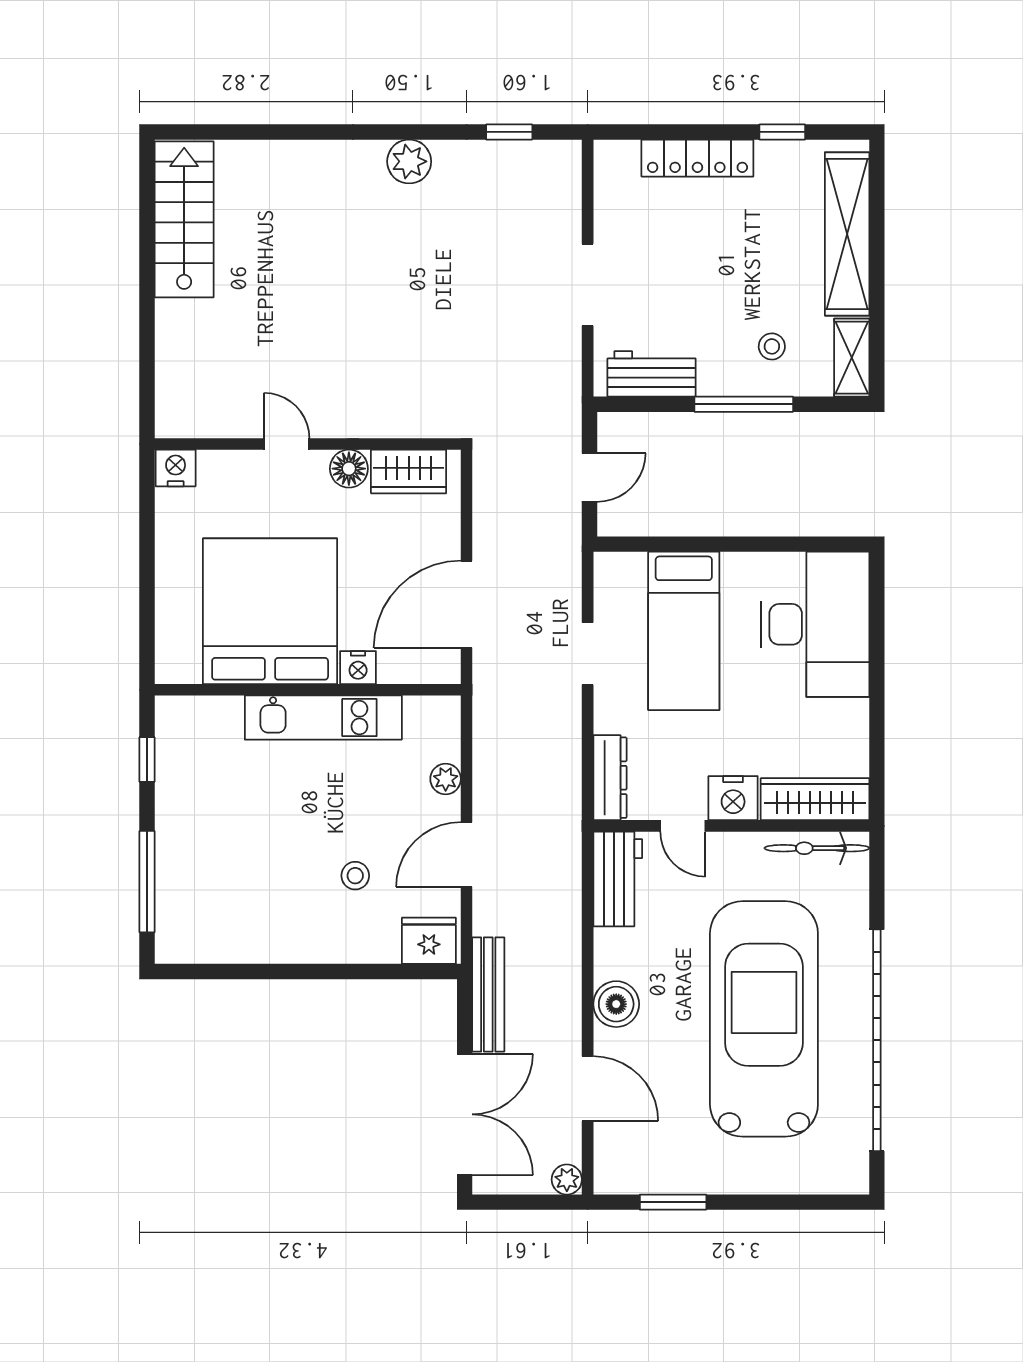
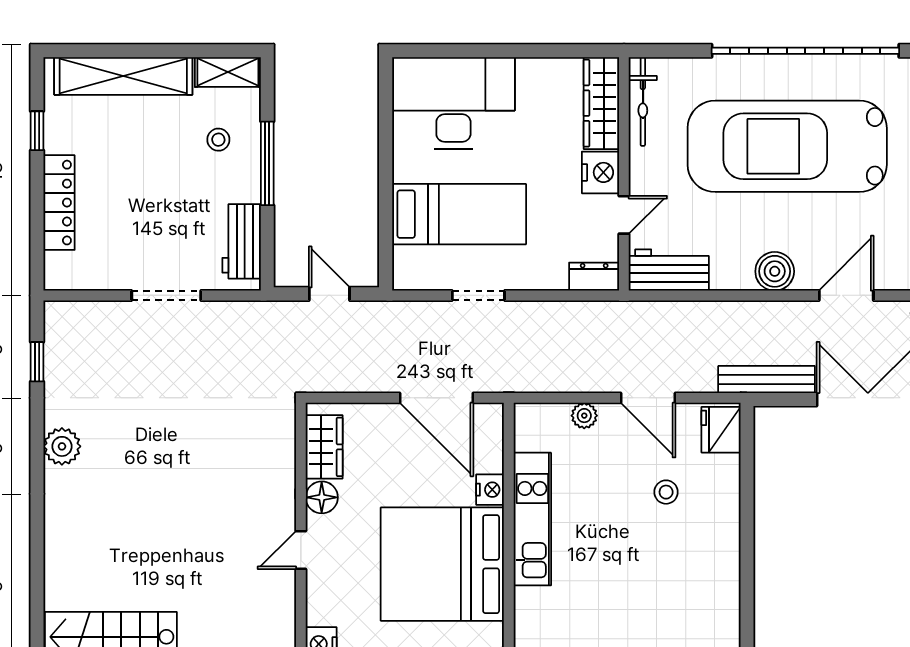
dresser: (610, 778) -> (594, 277), width x0.70

